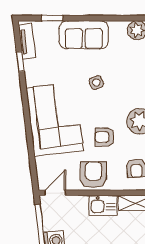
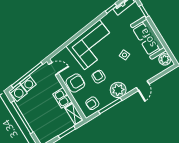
sofa: (84, 35) -> (148, 38), width x1.36

